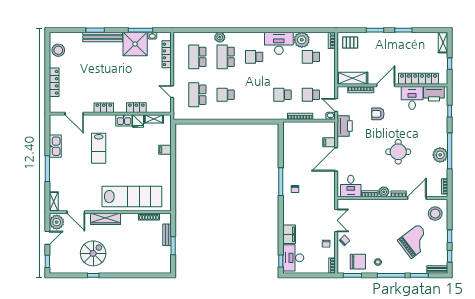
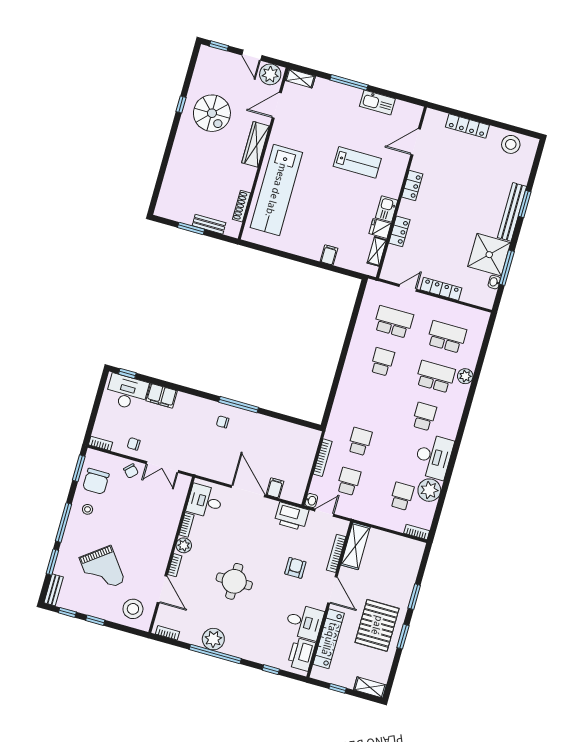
pallet: (350, 42) -> (377, 625), moved, width x2.05, depth x2.00
locker: (167, 54) -> (441, 289), moved
lab bench: (99, 148) -> (357, 162), turned 180

